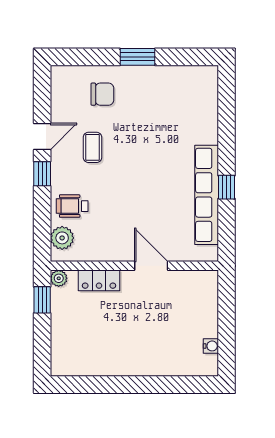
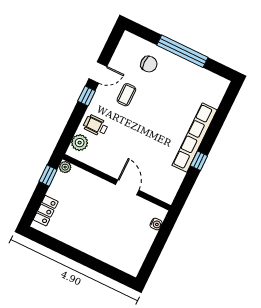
window: (137, 57) -> (182, 51), width x2.11
row of seats: (207, 195) -> (195, 138), moved
locker: (99, 280) -> (46, 211), moved, turned -90
water cooler: (211, 346) -> (156, 224), moved

